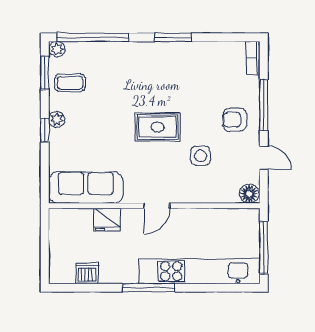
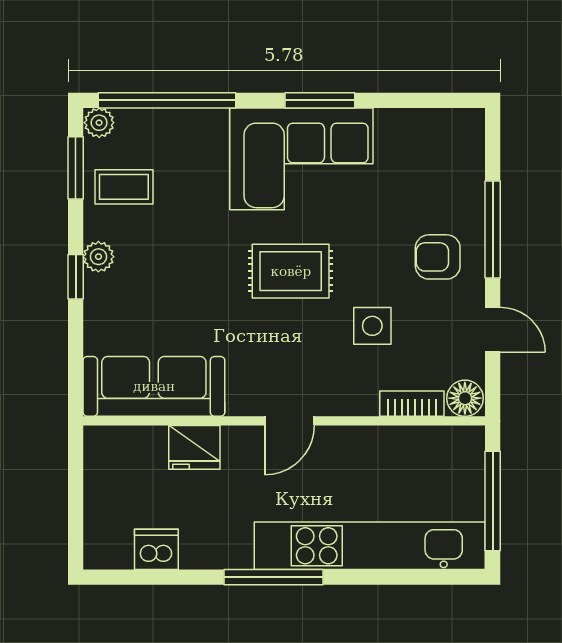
bookcase: (253, 58) -> (412, 404), moved, turned 90
corner sofa: (163, 68) -> (301, 159), added

